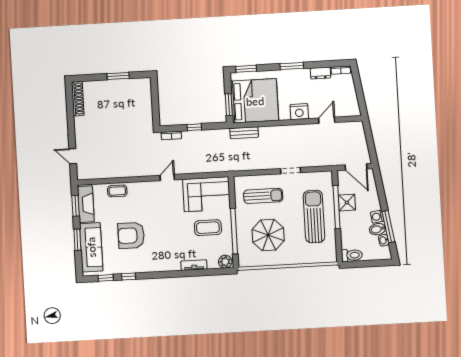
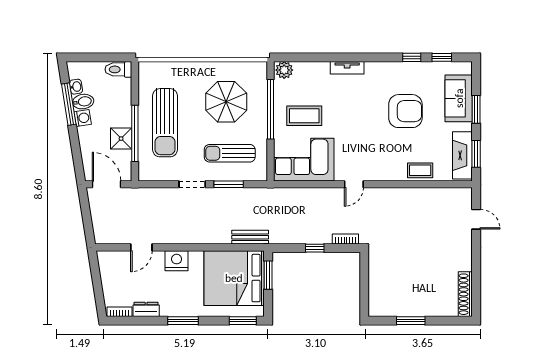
window: (263, 172) -> (229, 184), added
sofa: (91, 247) -> (459, 98), width x0.73
tv unit: (194, 265) -> (347, 68), moved

